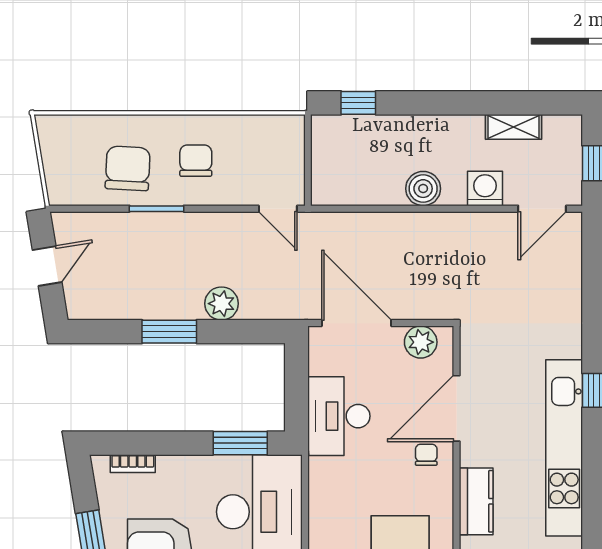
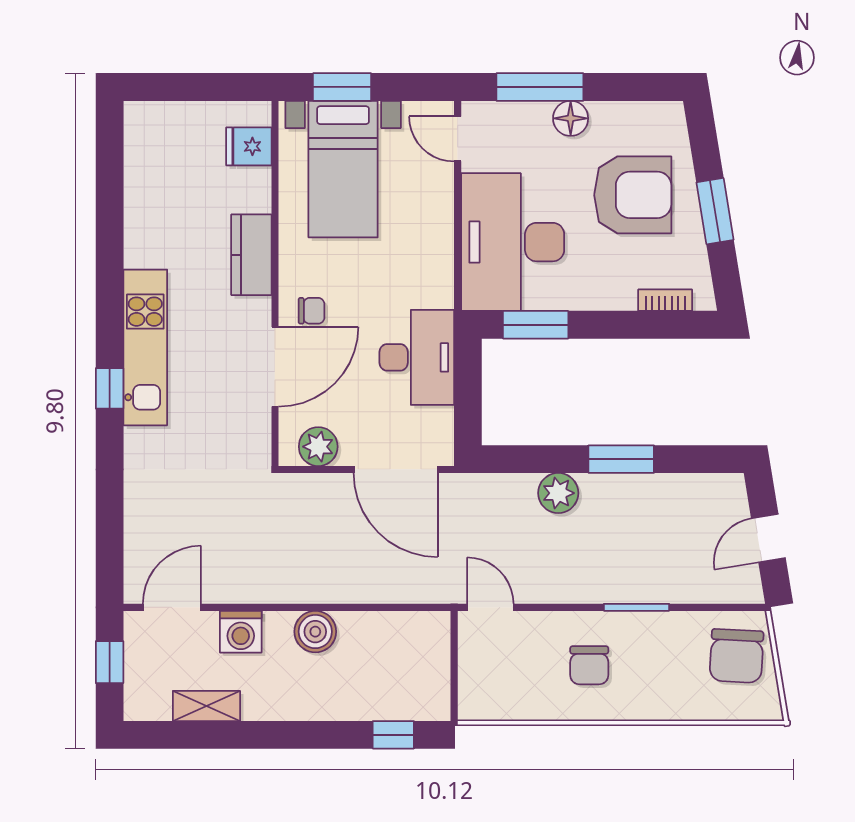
chair: (128, 168) -> (736, 656), moved
kitchen unit: (564, 448) -> (145, 347), width x0.73
chair: (426, 455) -> (312, 311), turned -90

